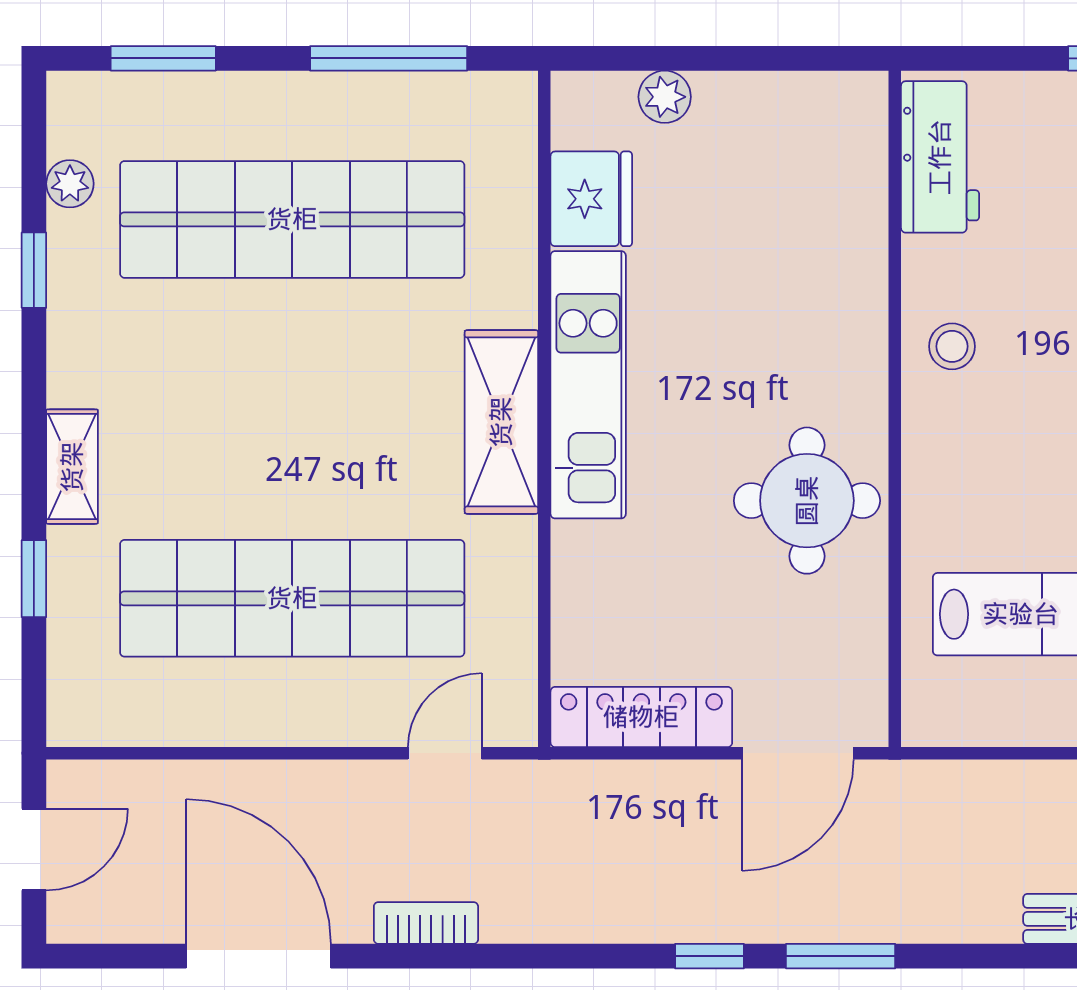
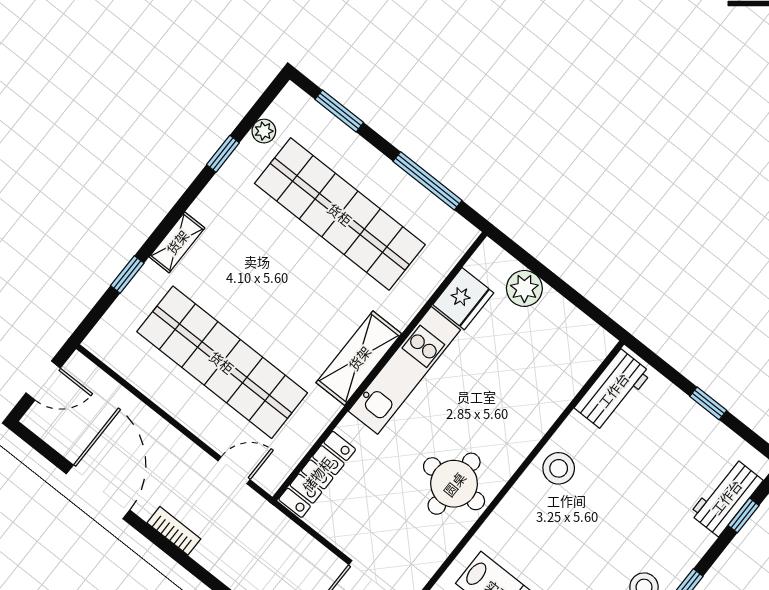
plant: (665, 97) -> (524, 288), width x1.38, depth x1.38
stool: (952, 346) -> (559, 468), width x1.37, depth x1.37
locker: (641, 717) -> (317, 474), moved, turned 90

